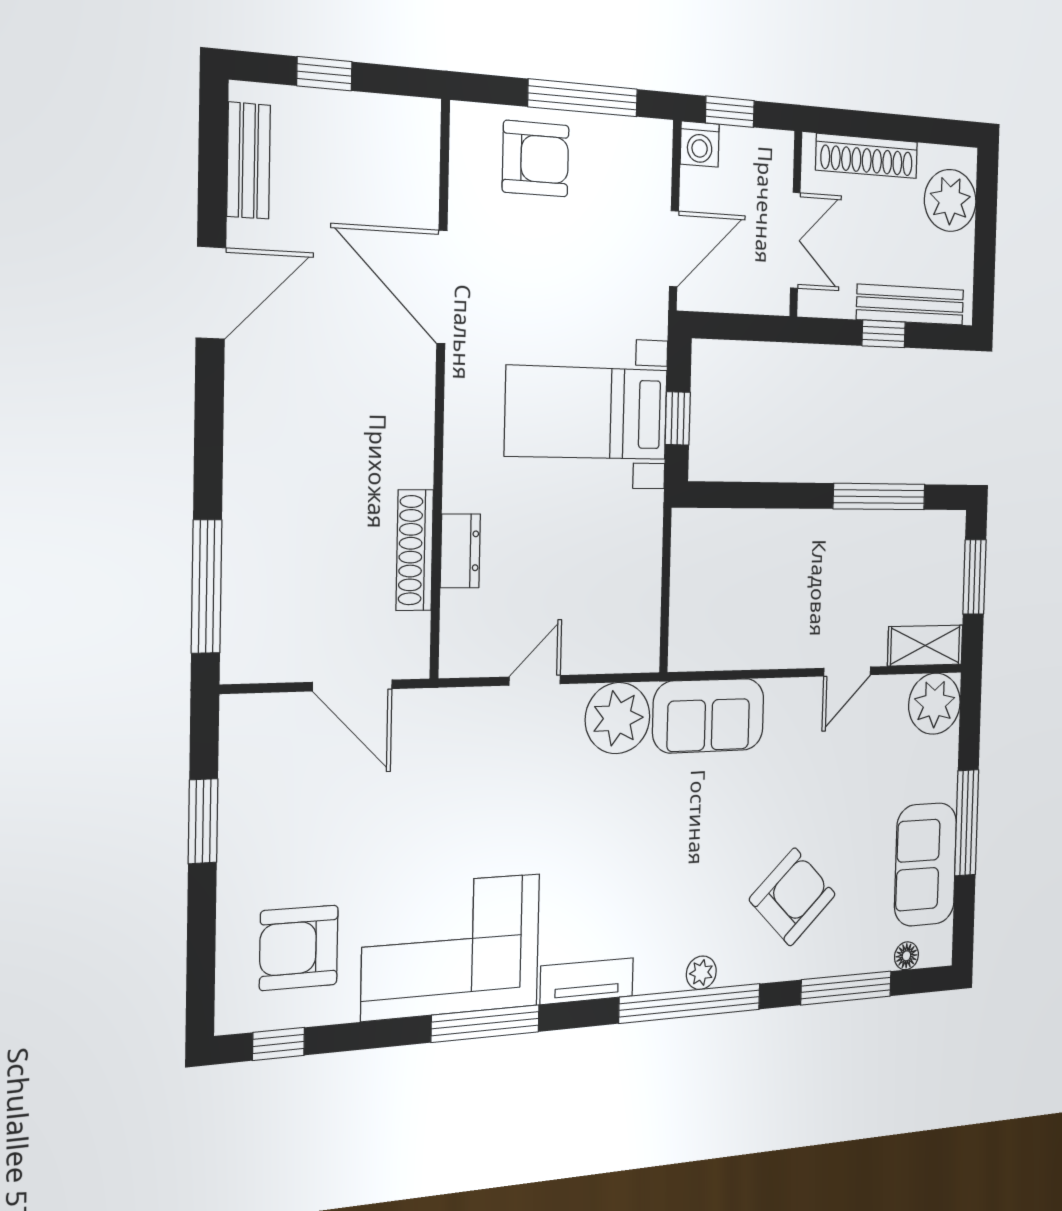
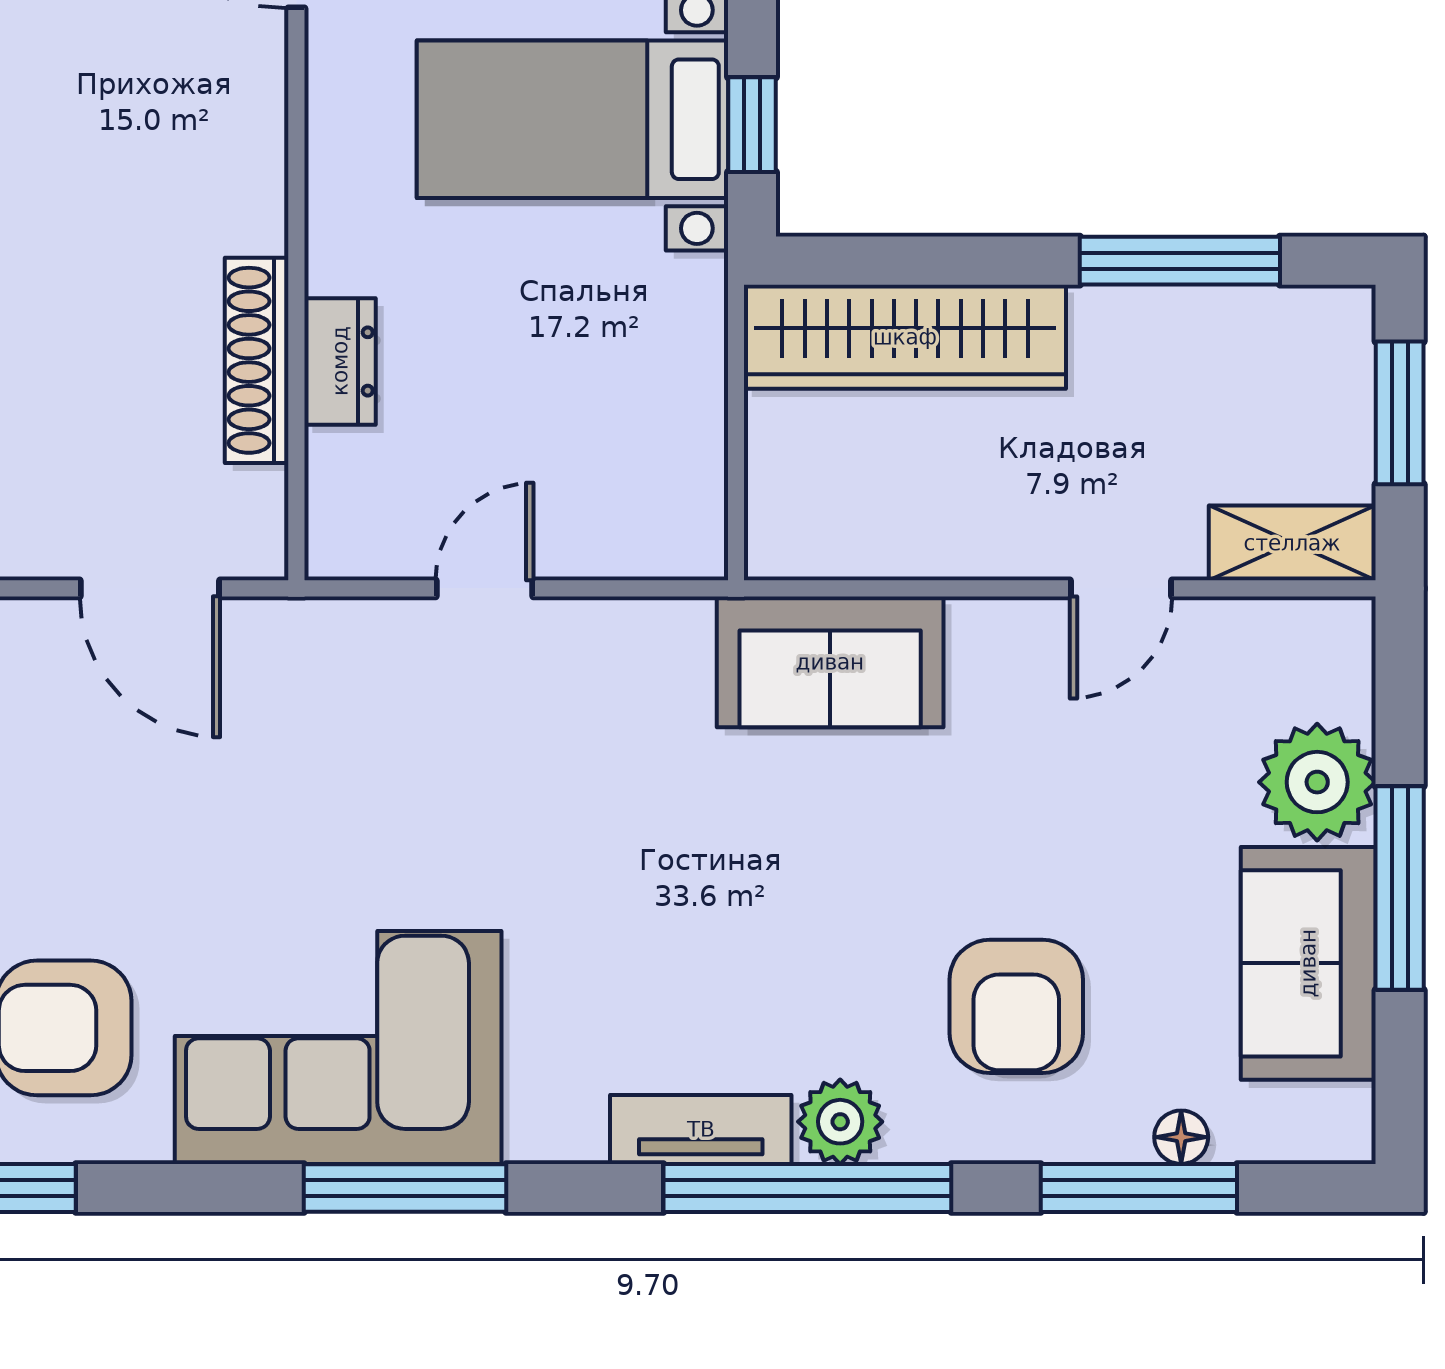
wardrobe: (750, 537) -> (905, 337), added
plant: (934, 704) -> (1317, 782), moved
plant: (618, 718) -> (647, 660), removed
armchair: (792, 897) -> (1016, 1006), turned 134
floor lamp: (906, 956) -> (1181, 1137), moved
plant: (701, 973) -> (840, 1122), width x1.38, depth x1.38
tv unit: (587, 981) -> (701, 1129), moved

